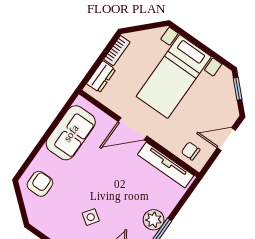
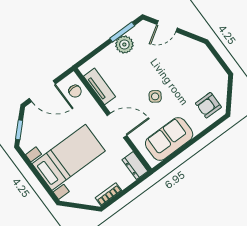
dresser: (101, 77) -> (135, 166), moved, turned -90
door: (226, 139) -> (42, 91), width x1.38
tv unit: (166, 165) -> (100, 86), width x0.71
side table: (91, 217) -> (155, 96), moved

